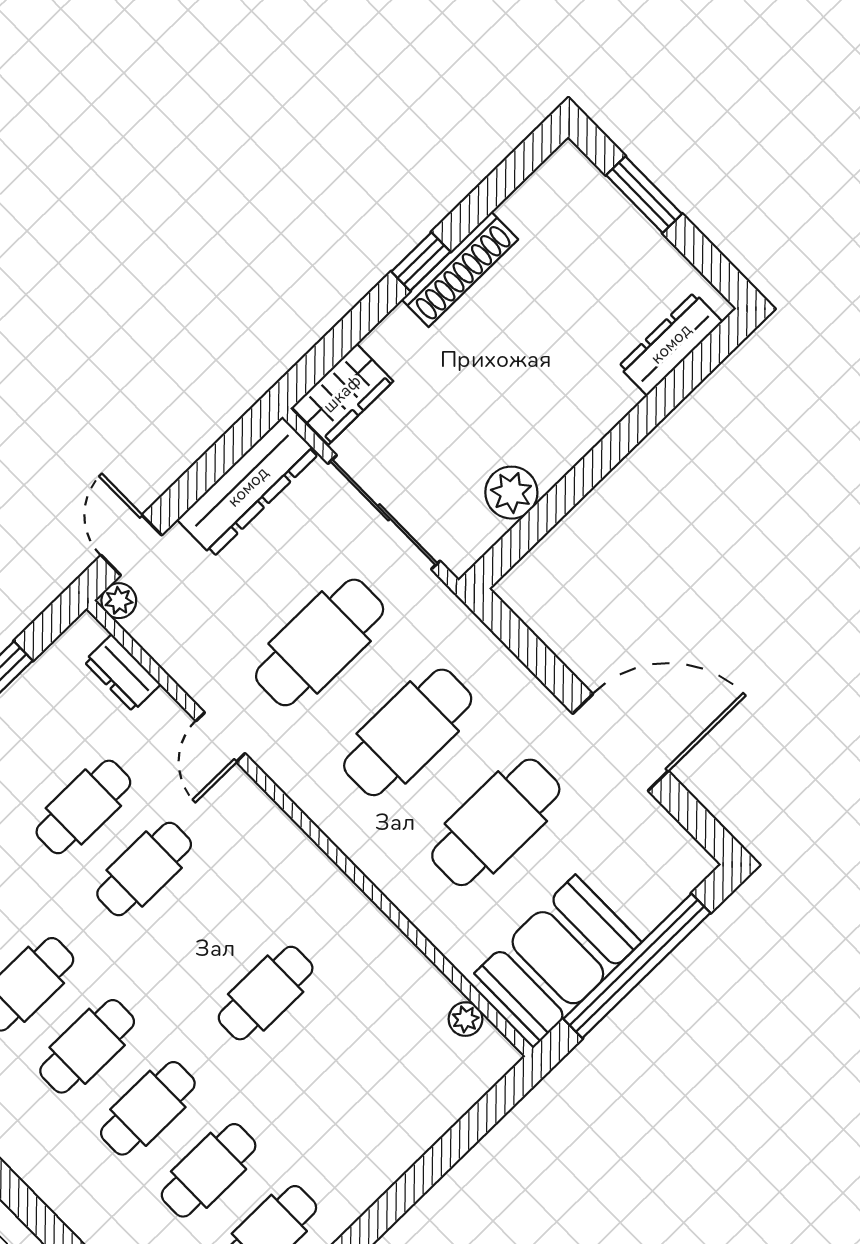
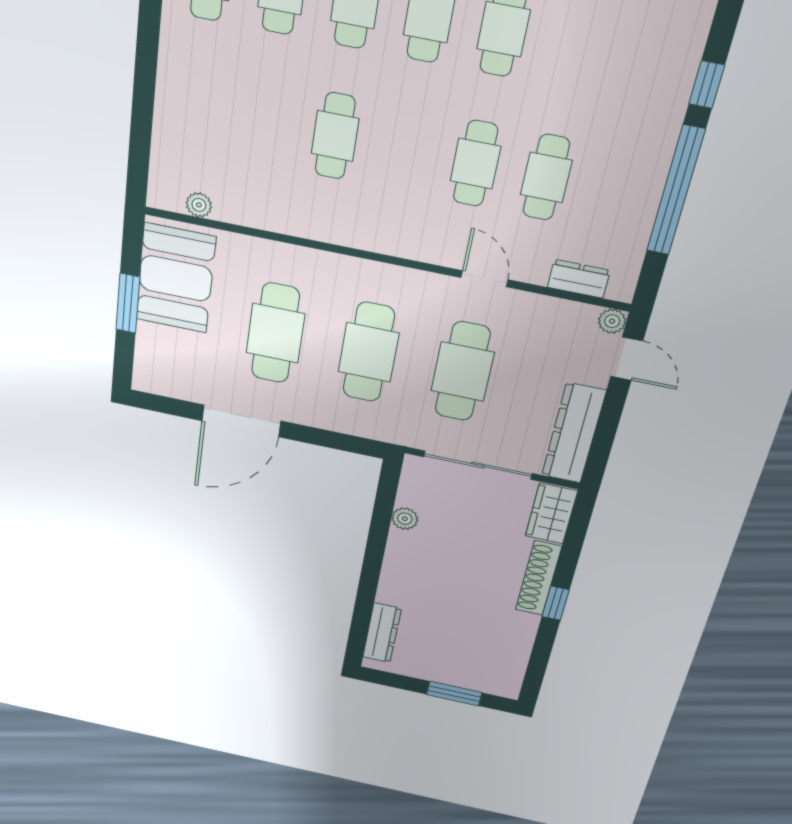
shoe rack: (460, 269) -> (538, 578), moved
plant: (511, 493) -> (405, 519), width x0.73, depth x0.73
window: (637, 966) -> (128, 303), width x0.47

